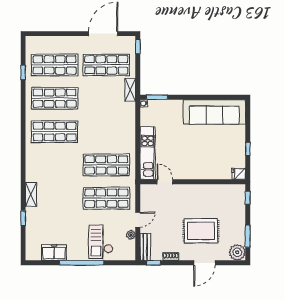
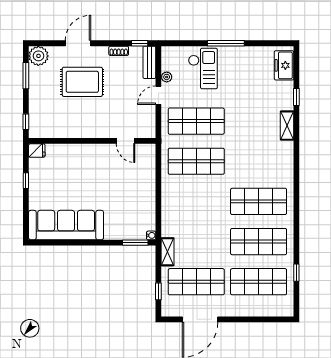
window: (138, 47) -> (158, 291), moved
kitchen unit: (148, 153) -> (147, 176), removed
freezer: (54, 253) -> (284, 65), moved, turned 90
window: (82, 263) -> (226, 43), width x0.68

